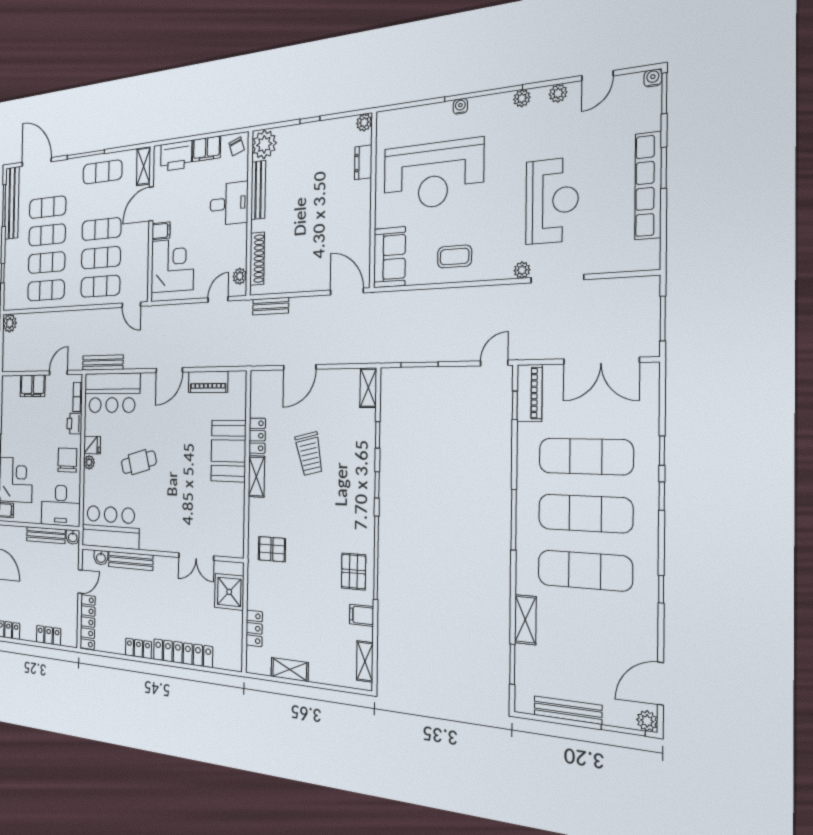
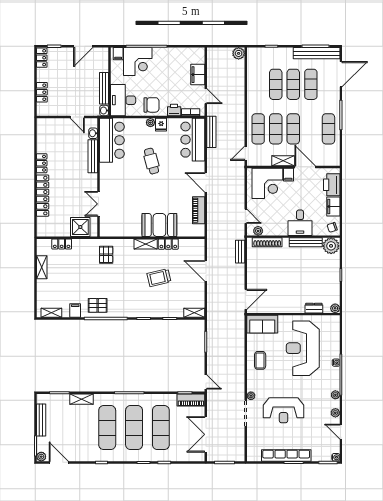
shelving: (144, 166) -> (283, 161), moved
exercise mat: (46, 290) -> (258, 84), removed
locker: (88, 622) -> (53, 124), removed

